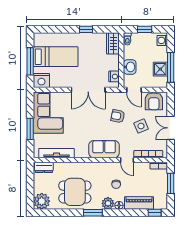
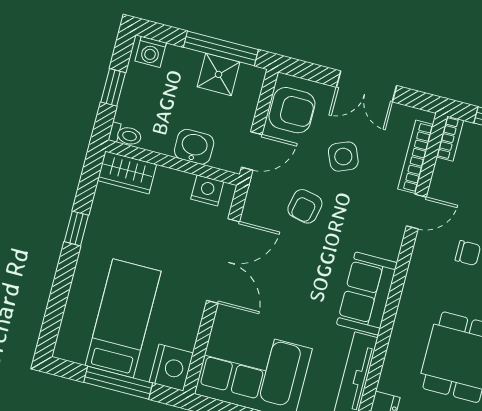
sofa: (104, 149) -> (367, 294), moved

